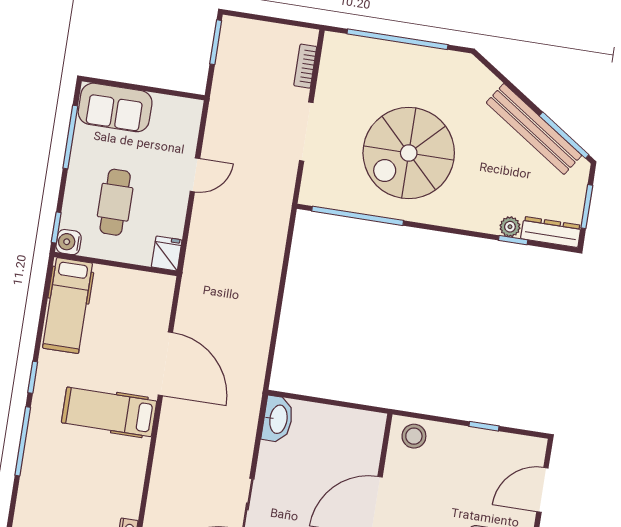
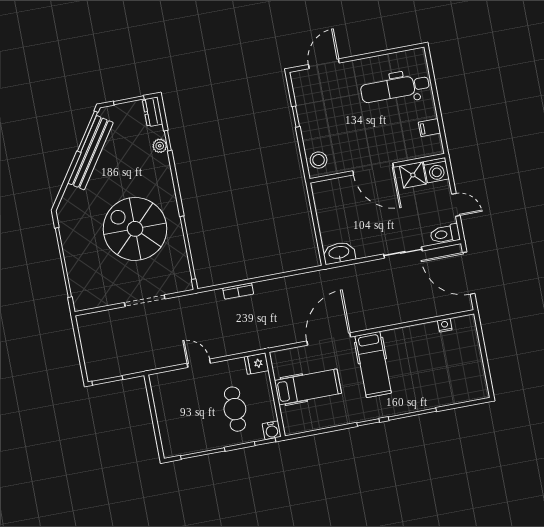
bookcase: (305, 66) -> (238, 291), moved
sofa: (115, 107) -> (173, 431), removed
spiral stairs: (409, 153) -> (135, 229), turned 180
cafe table: (115, 202) -> (235, 409), turned 90
dresser: (551, 232) -> (153, 112), width x0.70
hospital bed: (68, 306) -> (308, 387), moved
door: (542, 490) -> (324, 64), swing flipped

